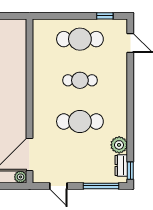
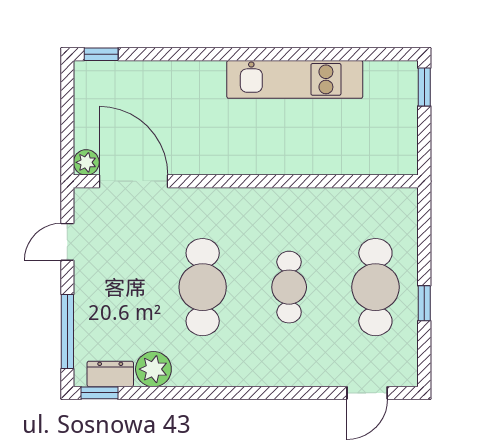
window: (105, 16) -> (424, 303), moved

